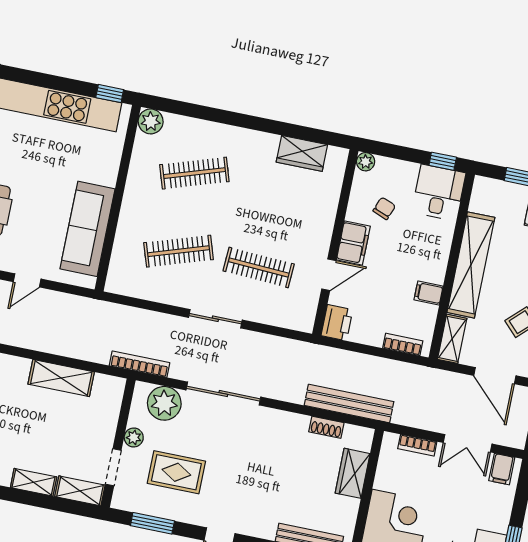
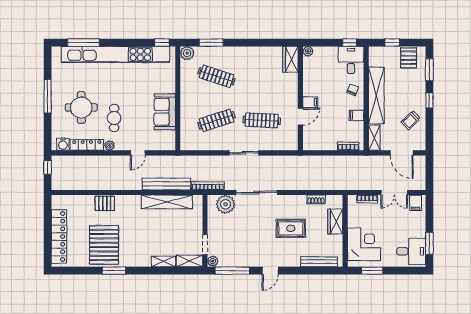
window: (197, 111) -> (211, 43), added
wardrobe: (302, 153) -> (290, 59), moved, turned 90
clothes rail: (194, 173) -> (216, 76), turned 36
chair: (384, 208) -> (353, 90), moved
sofa: (88, 229) -> (165, 112), width x0.73
filing cabinet: (353, 243) -> (310, 102), width x0.50
printer: (337, 323) -> (310, 142), removed
shelving: (61, 378) -> (167, 202), width x1.47
bench: (349, 403) -> (166, 184), moved
plant: (134, 437) -> (213, 261), moved
rug: (176, 472) -> (291, 228), moved
window: (152, 523) -> (232, 271), width x1.44

